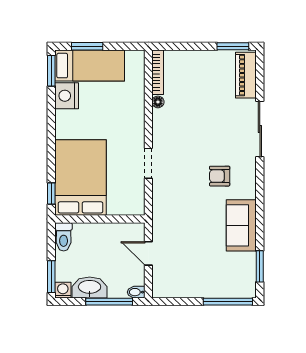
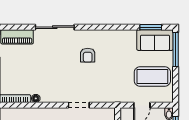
sofa: (241, 225) -> (155, 40), moved
coffee table: (189, 268) -> (152, 76), added

